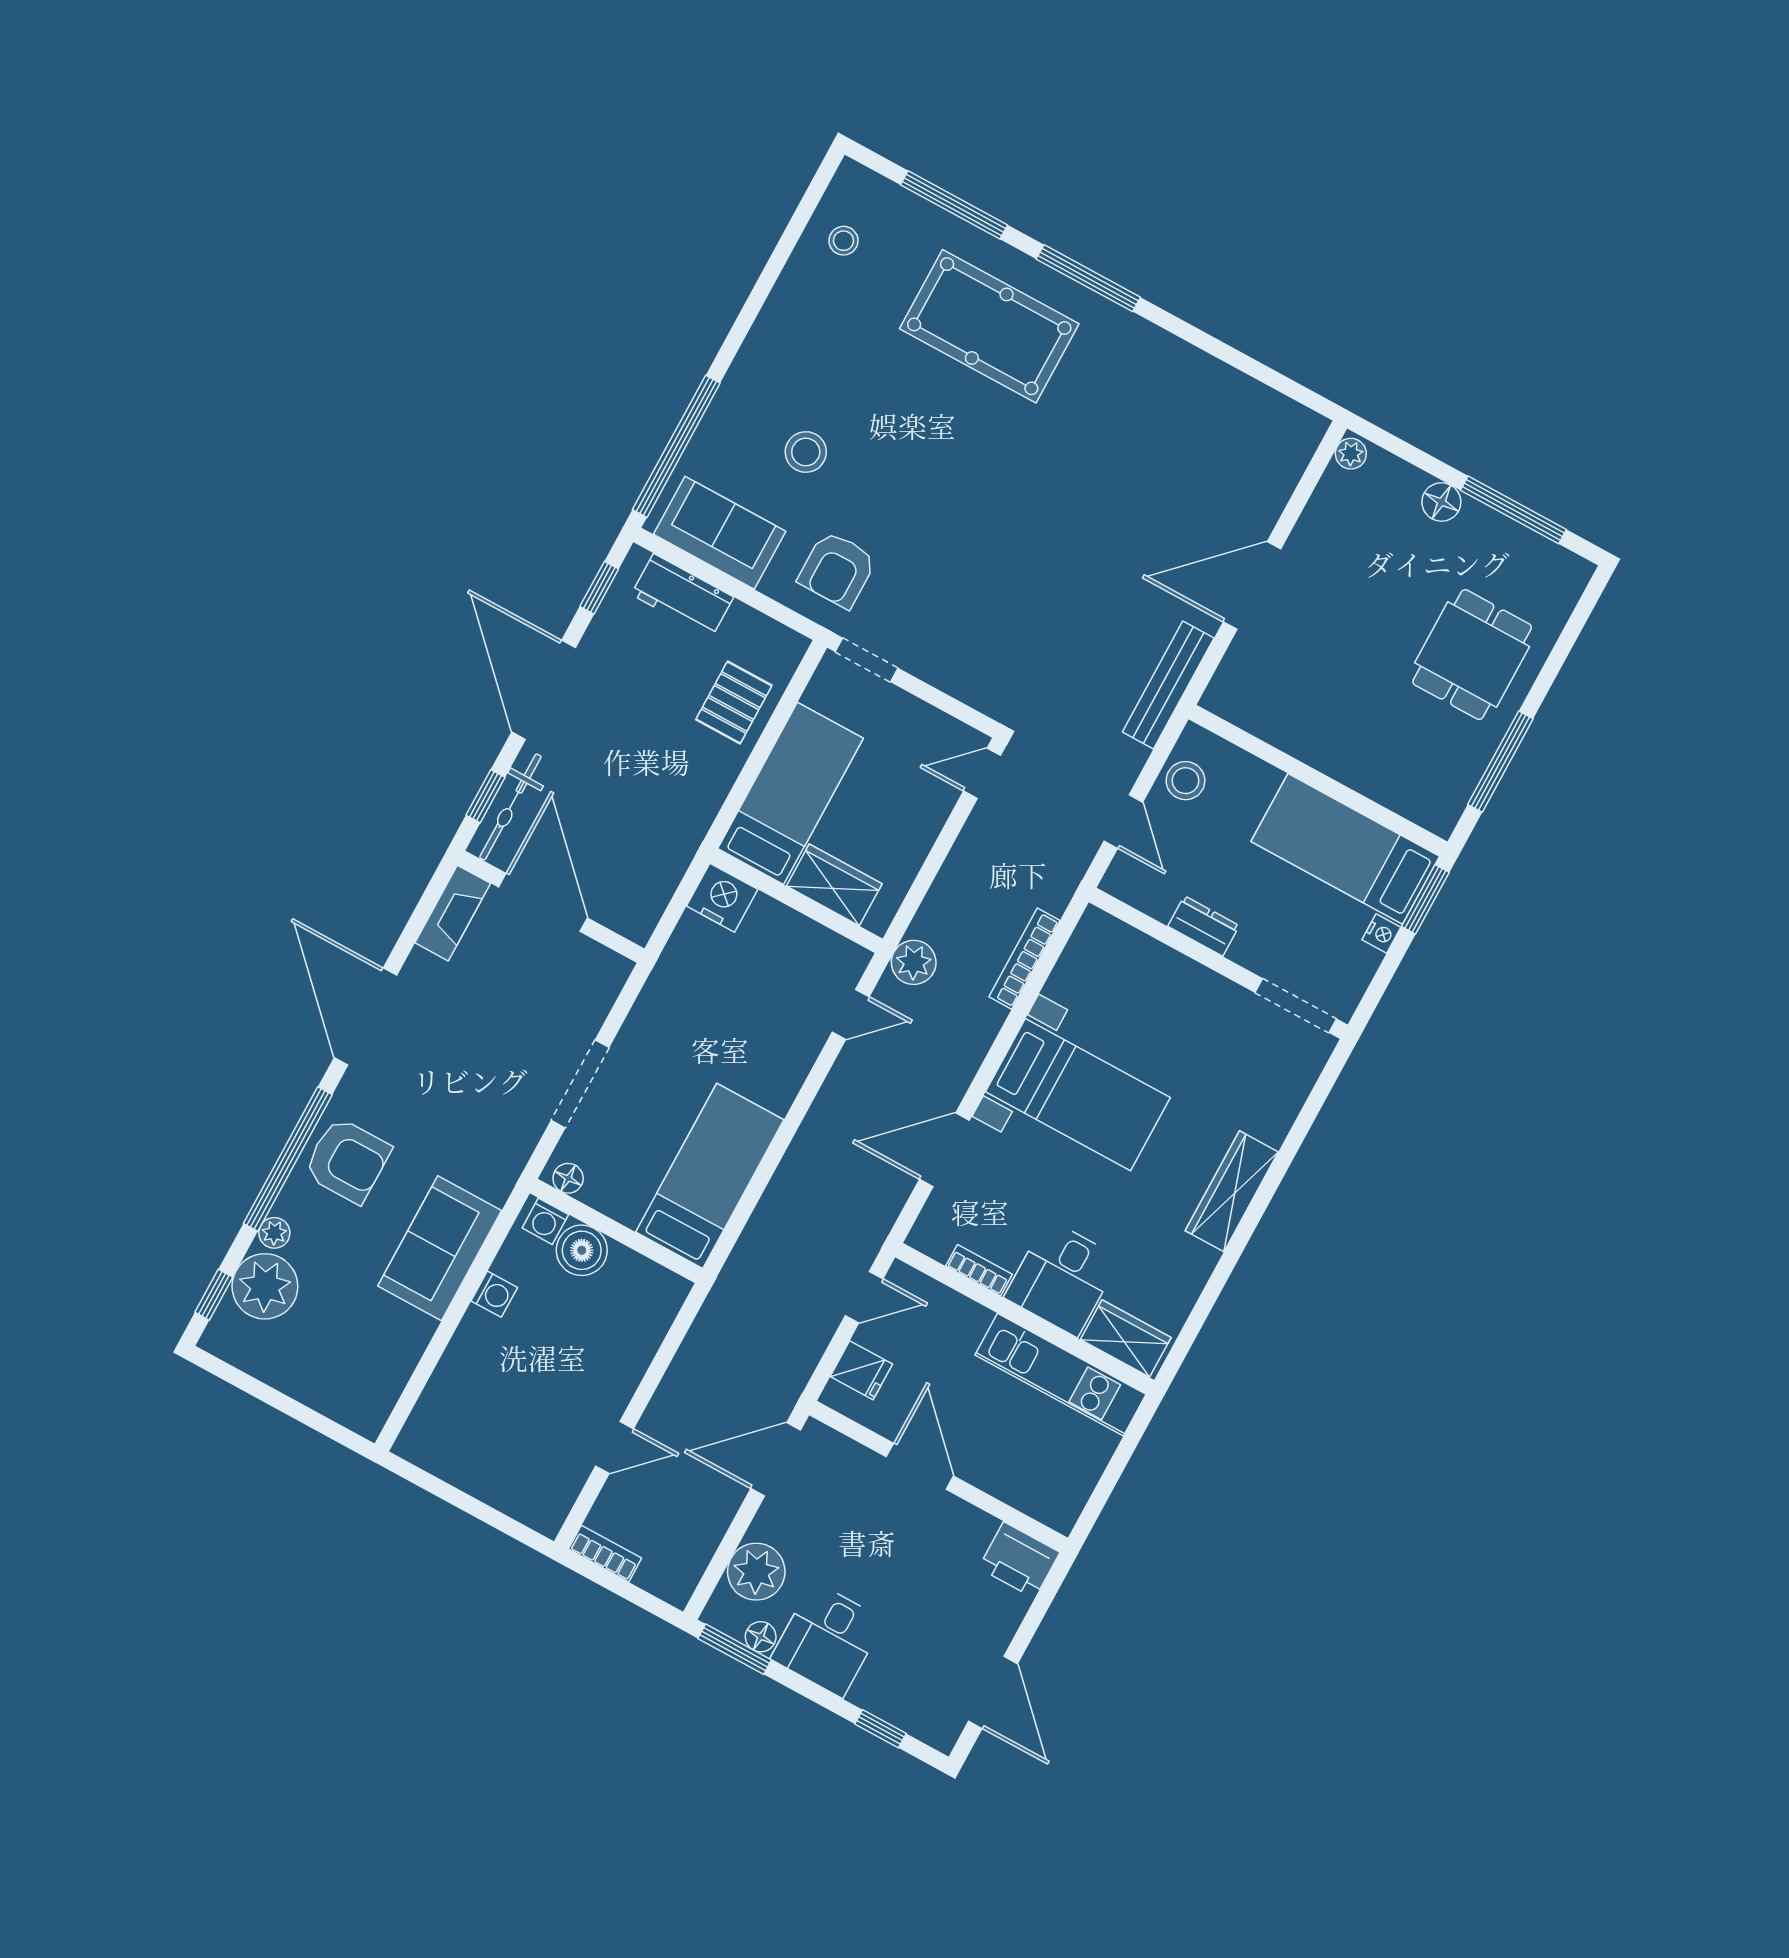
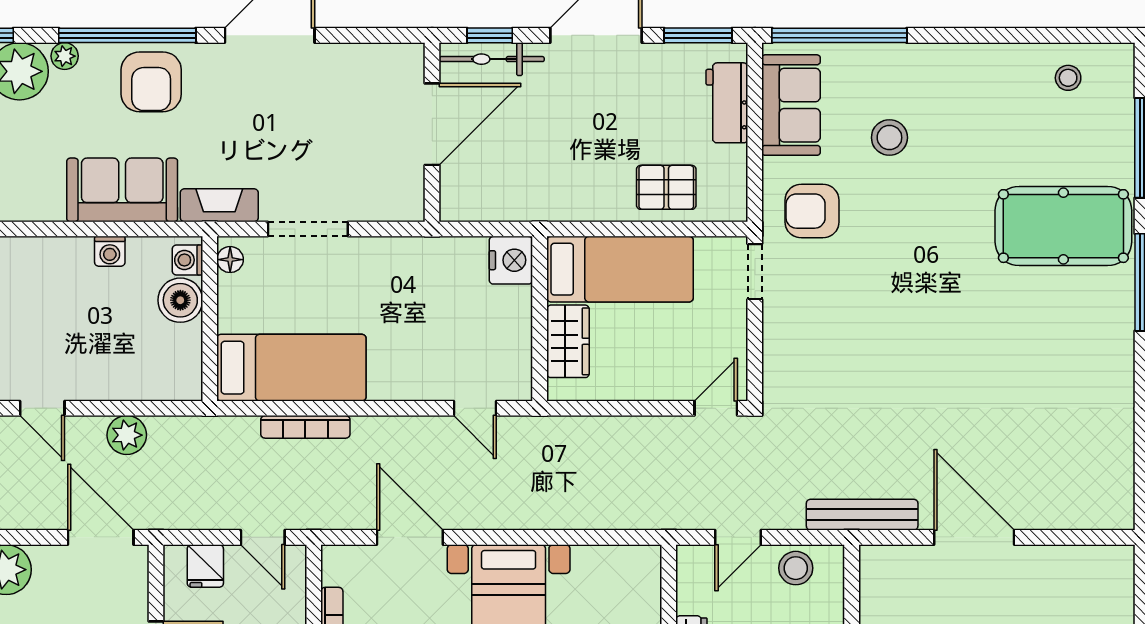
pool table: (989, 326) -> (1063, 226), turned 90
plant: (1351, 454) -> (1117, 558), removed
window: (599, 588) -> (698, 35), width x1.50
door: (982, 773) -> (716, 408), hinge flipped
fireplace: (453, 913) -> (219, 205), moved, turned 180
bookcase: (1025, 959) -> (305, 427), moved, turned 180
plant: (914, 962) -> (127, 435), moved

